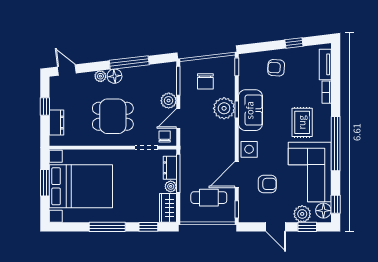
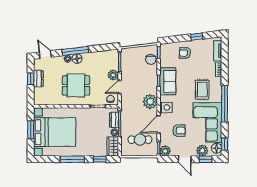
window: (129, 63) -> (75, 51), moved
chair: (205, 81) -> (151, 59), moved
plant: (224, 108) -> (150, 102), moved
dresser: (56, 123) -> (38, 79), moved
plant: (247, 214) -> (165, 151), added

